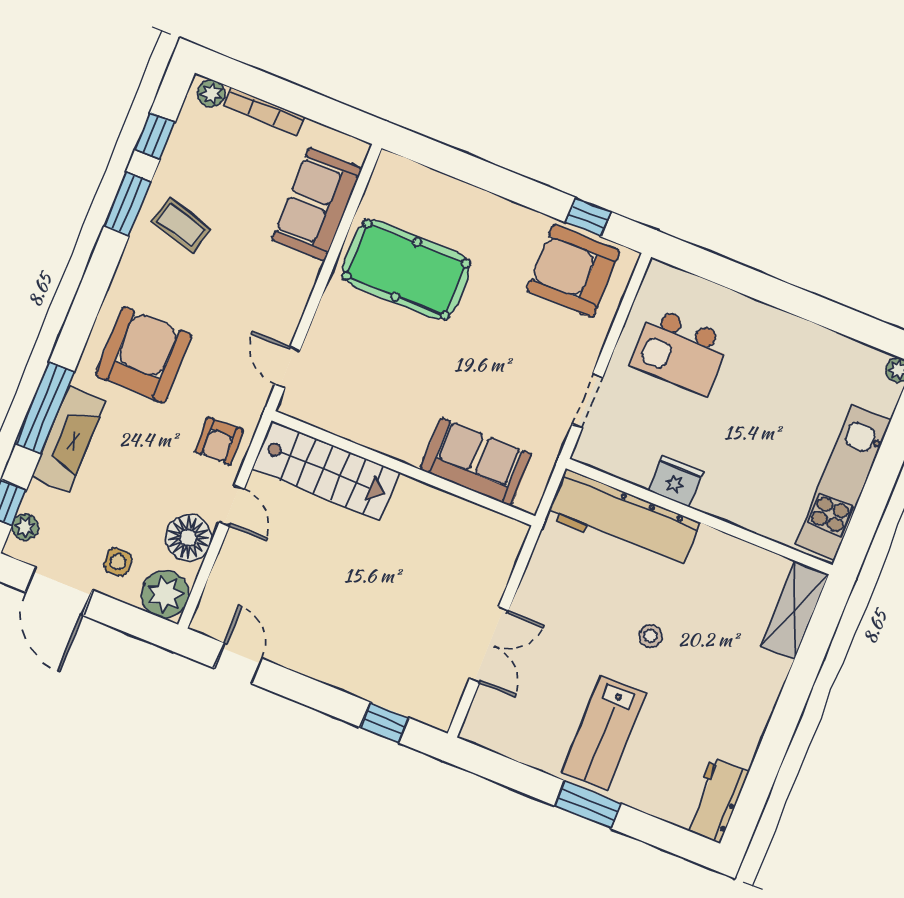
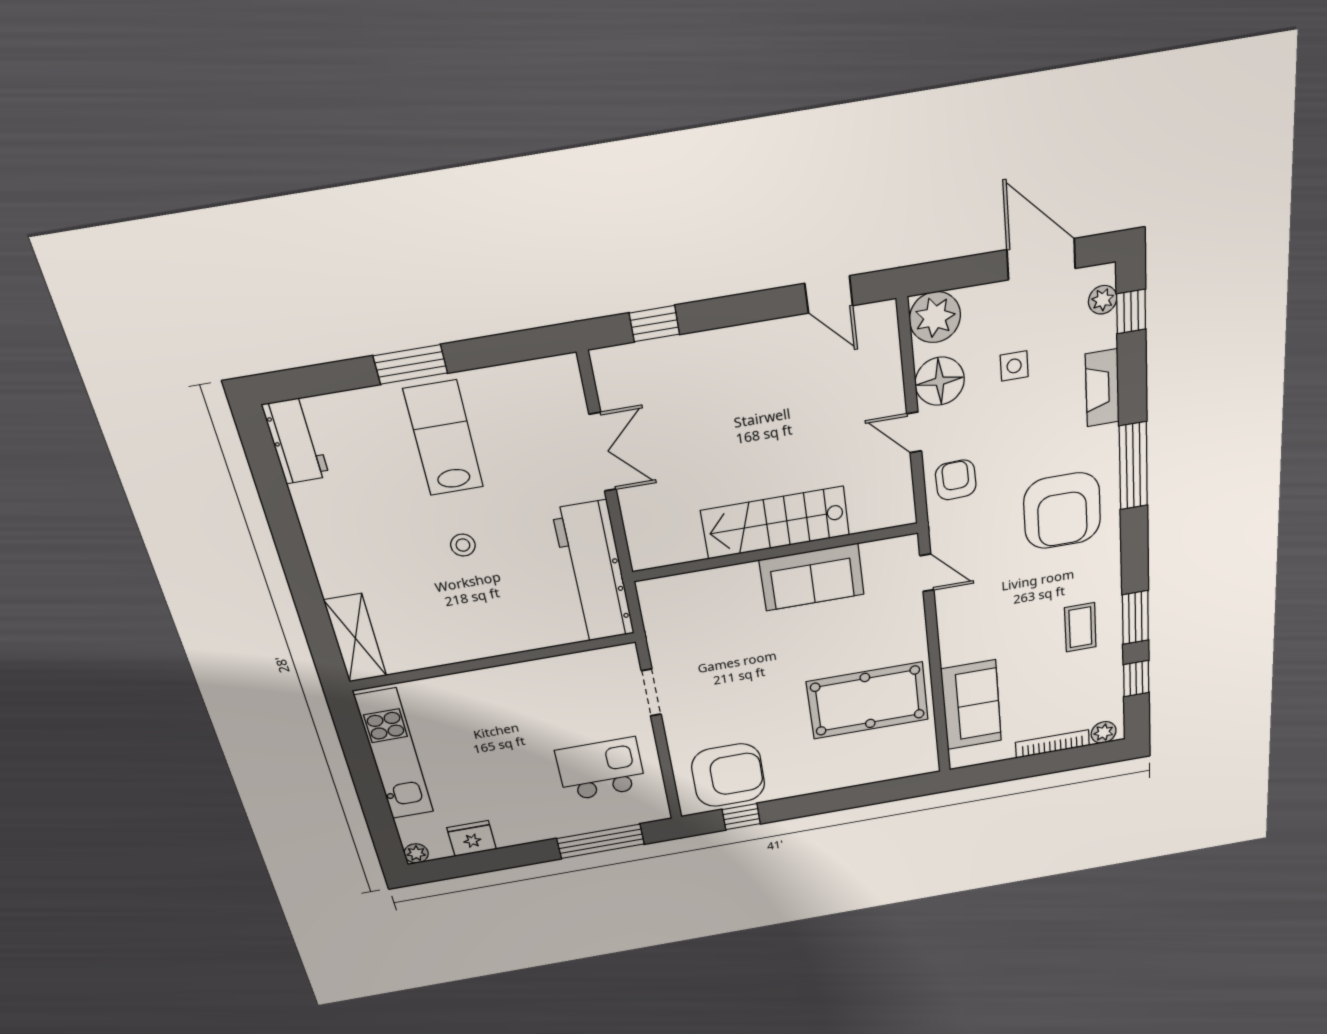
coffee table: (181, 225) -> (1080, 627), turned 74
window: (730, 274) -> (601, 841), added
window: (45, 408) -> (1133, 466), moved
fireplace: (69, 439) -> (1102, 388), width x0.73, depth x0.76
sofa: (476, 462) -> (812, 577), moved
stairs: (326, 471) -> (775, 523), moved
fridge: (676, 481) -> (472, 838), moved, turned 180
workbench: (623, 520) -> (594, 572), moved, turned -90
side table: (118, 562) -> (1014, 366), moved
double door: (489, 645) -> (603, 452), swing flipped

